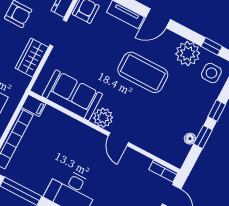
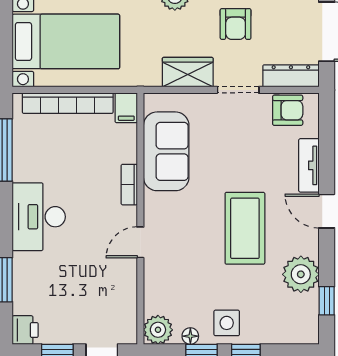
side table: (211, 73) -> (227, 323), moved
plant: (103, 118) -> (158, 330), moved
bookcase: (163, 171) -> (129, 185), moved

